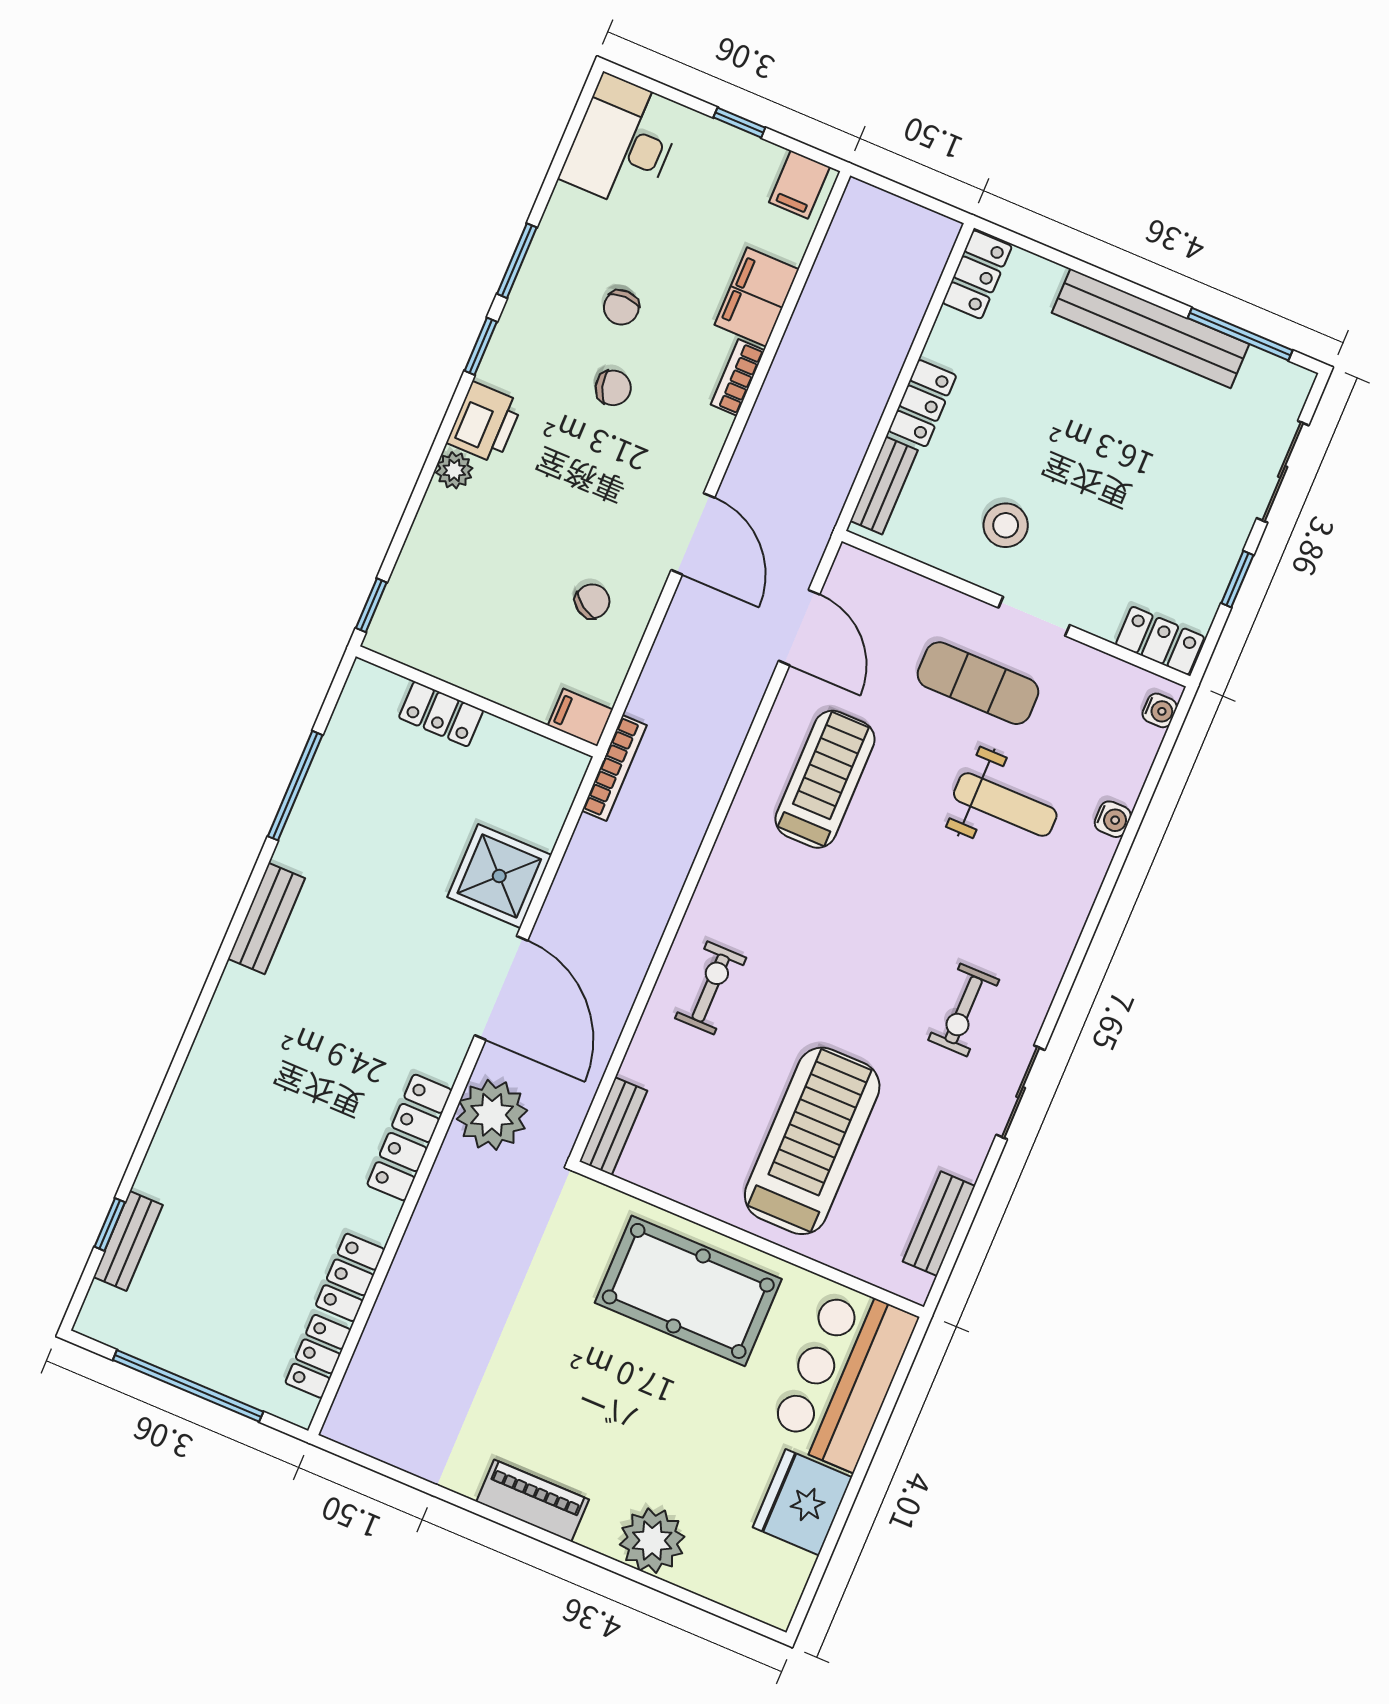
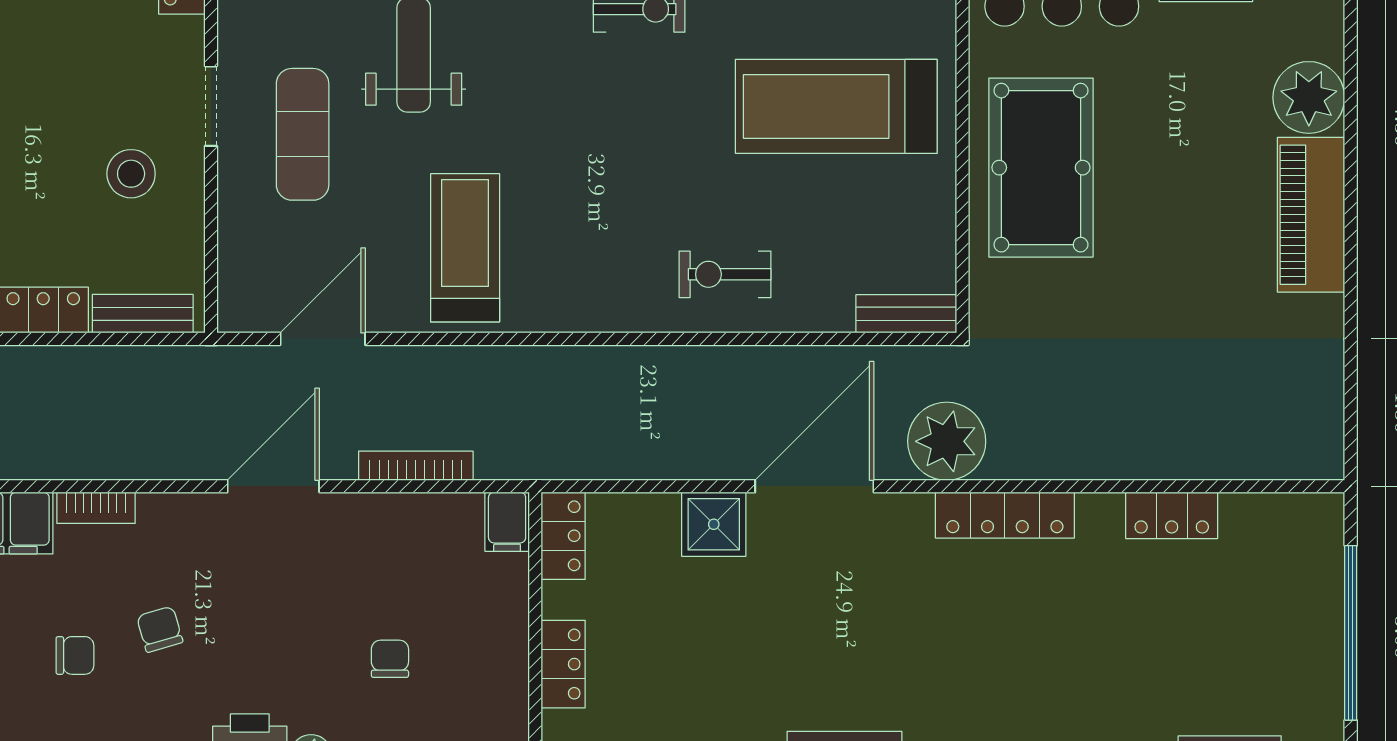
chair: (592, 601) -> (390, 659), moved, turned 57
bookcase: (614, 768) -> (416, 466), moved
treadmill: (825, 779) -> (465, 248), turned 90
shower: (499, 876) -> (714, 524), width x0.73, depth x0.73
locker: (318, 1356) -> (563, 536), moved, turned -90
piano: (533, 1501) -> (1311, 215), width x1.37, depth x1.33

